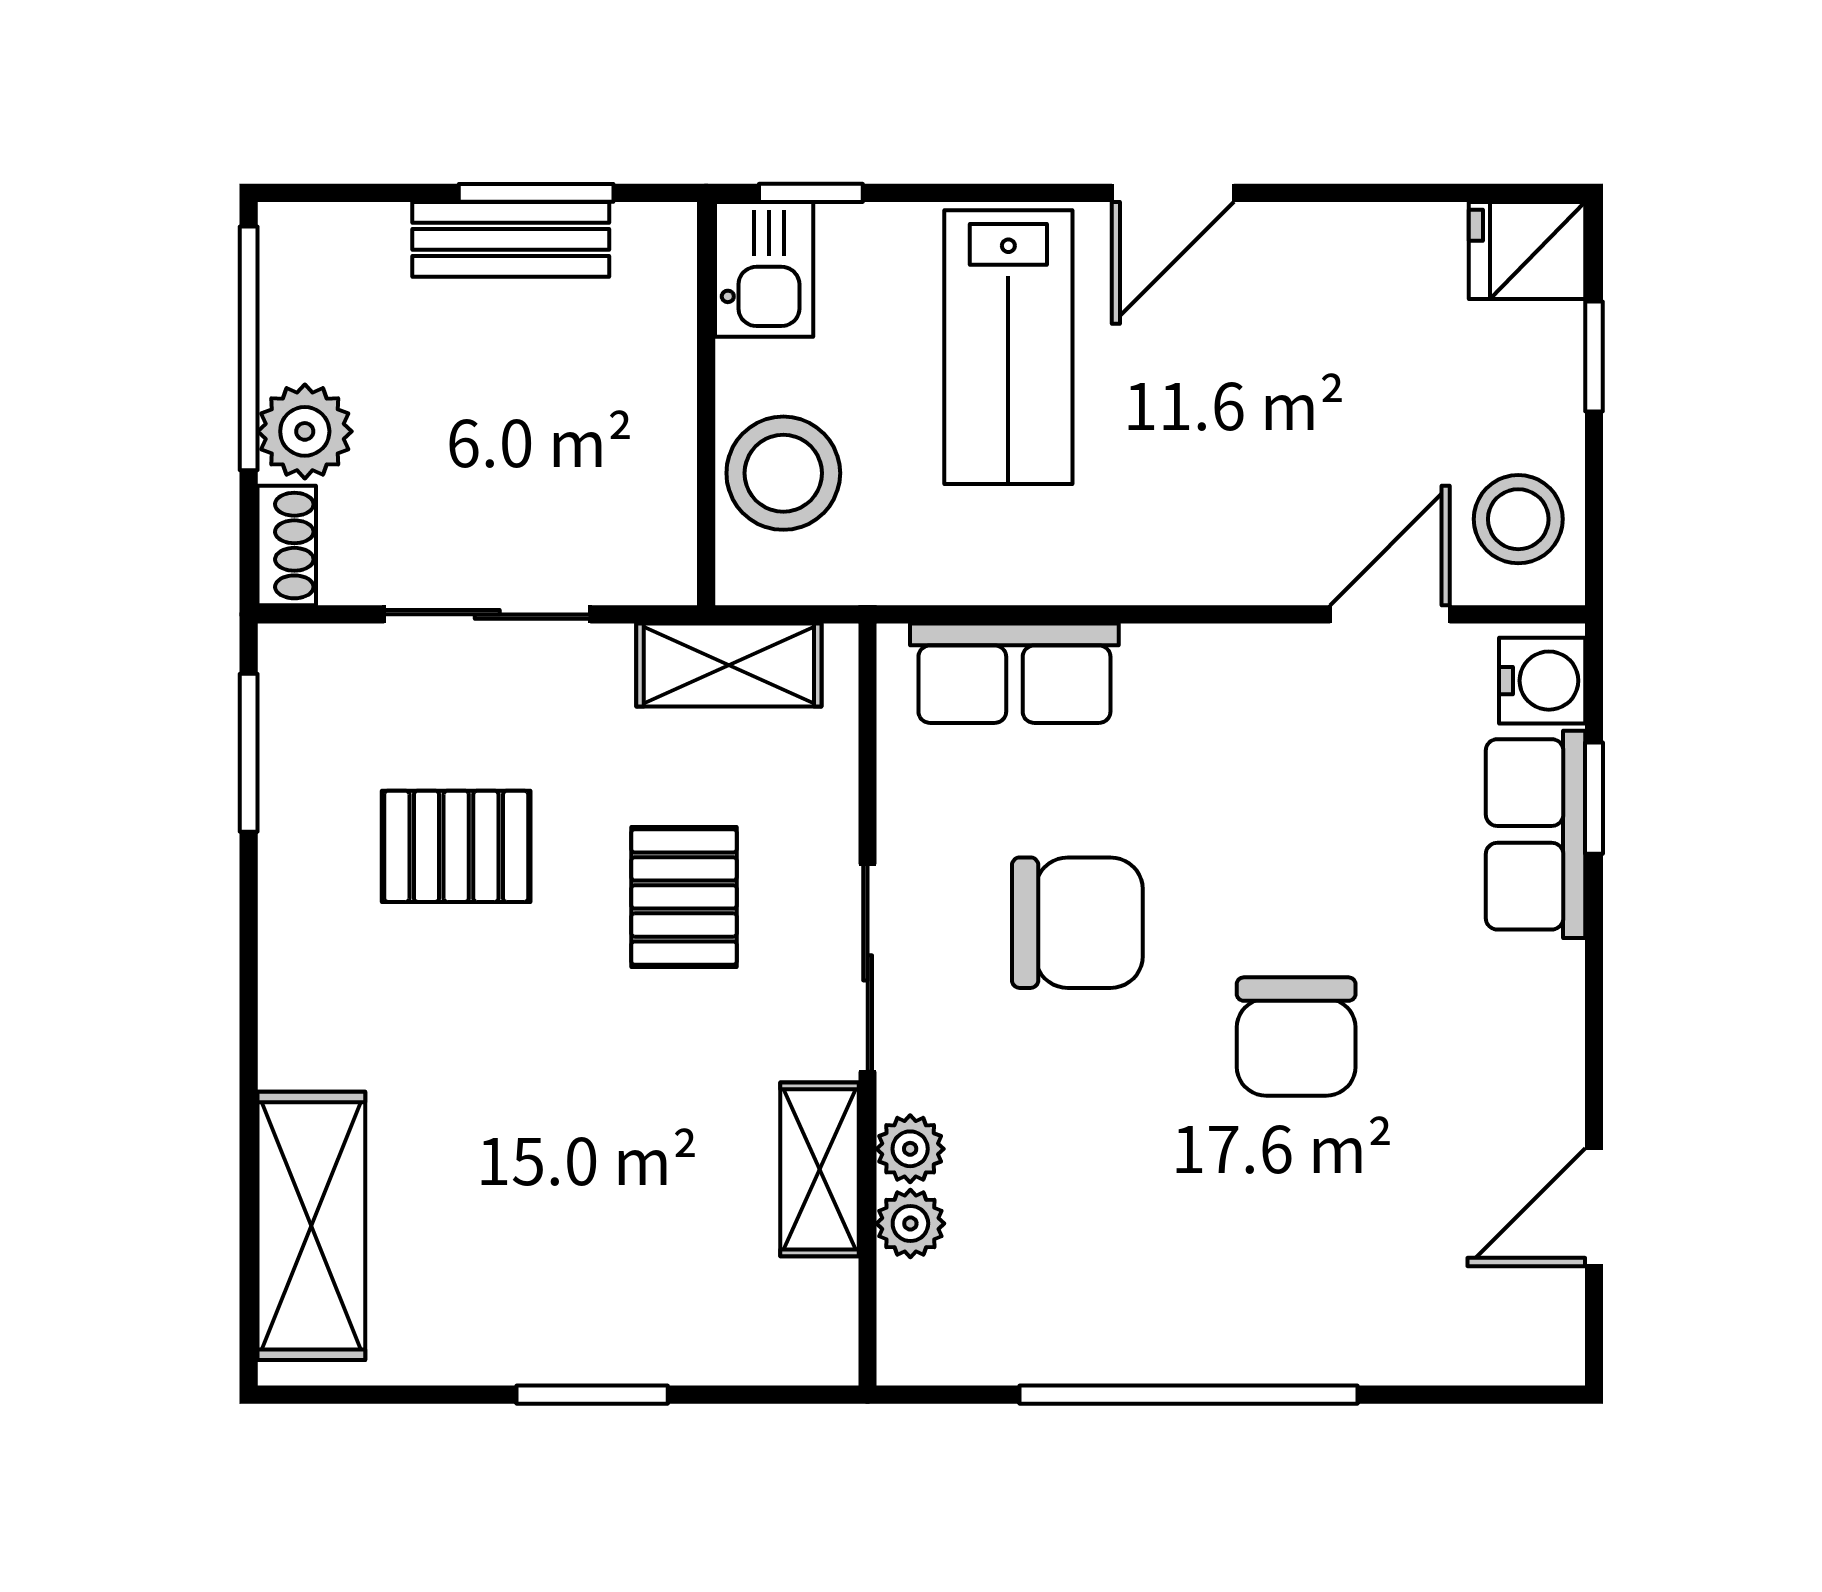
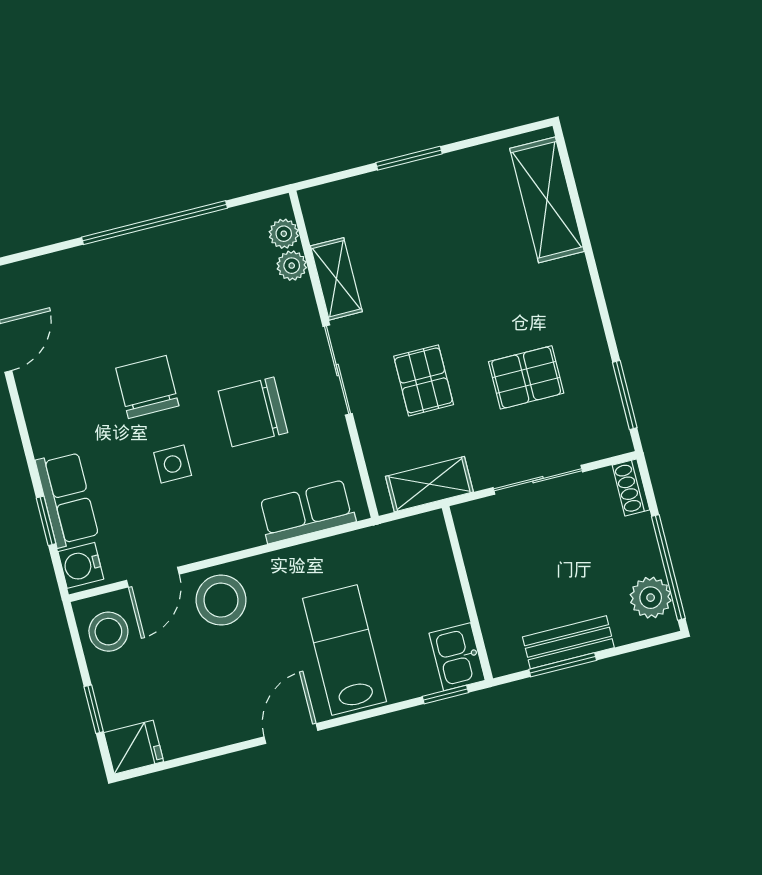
plant: (305, 431) -> (651, 598), moved
stool: (783, 473) -> (221, 600), moved
side table: (1283, 853) -> (173, 464), added
plant: (910, 1149) -> (284, 234), moved

